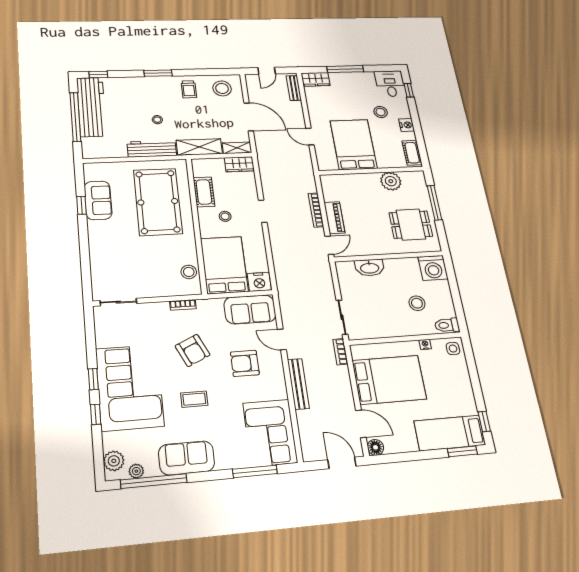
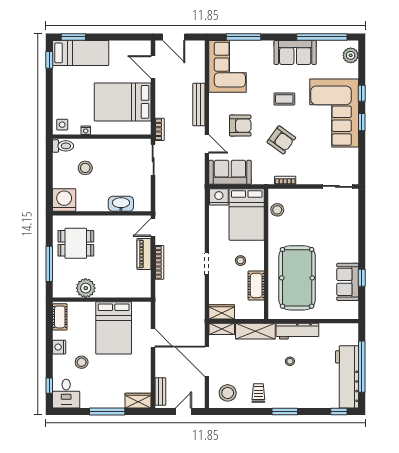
armchair: (193, 350) -> (281, 140), turned 151
floor lamp: (376, 447) -> (144, 47), removed
plant: (136, 471) -> (334, 46), removed

